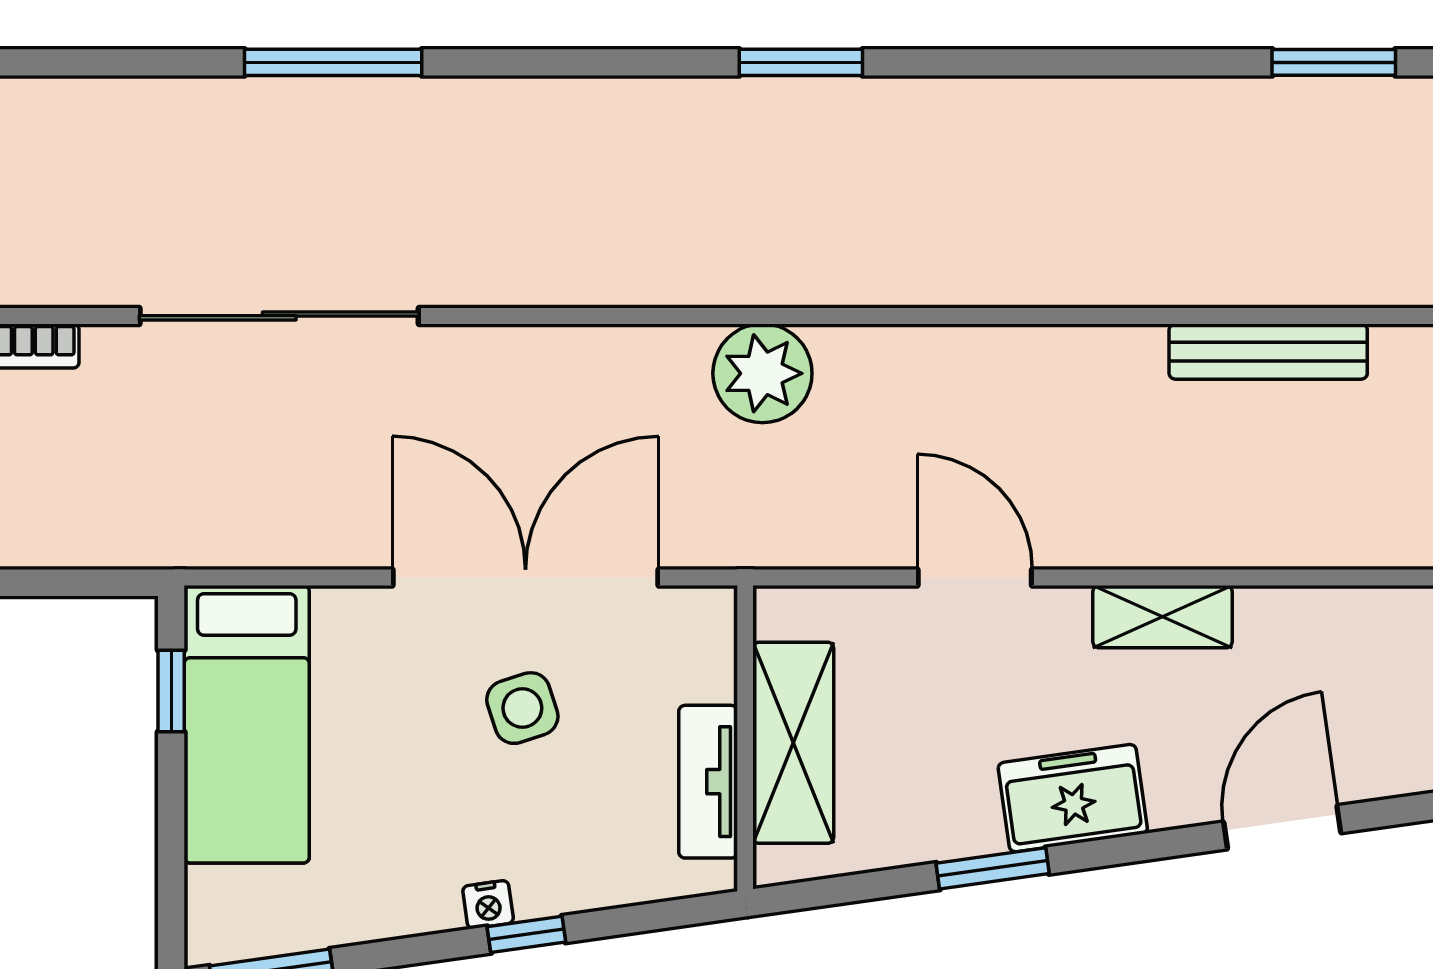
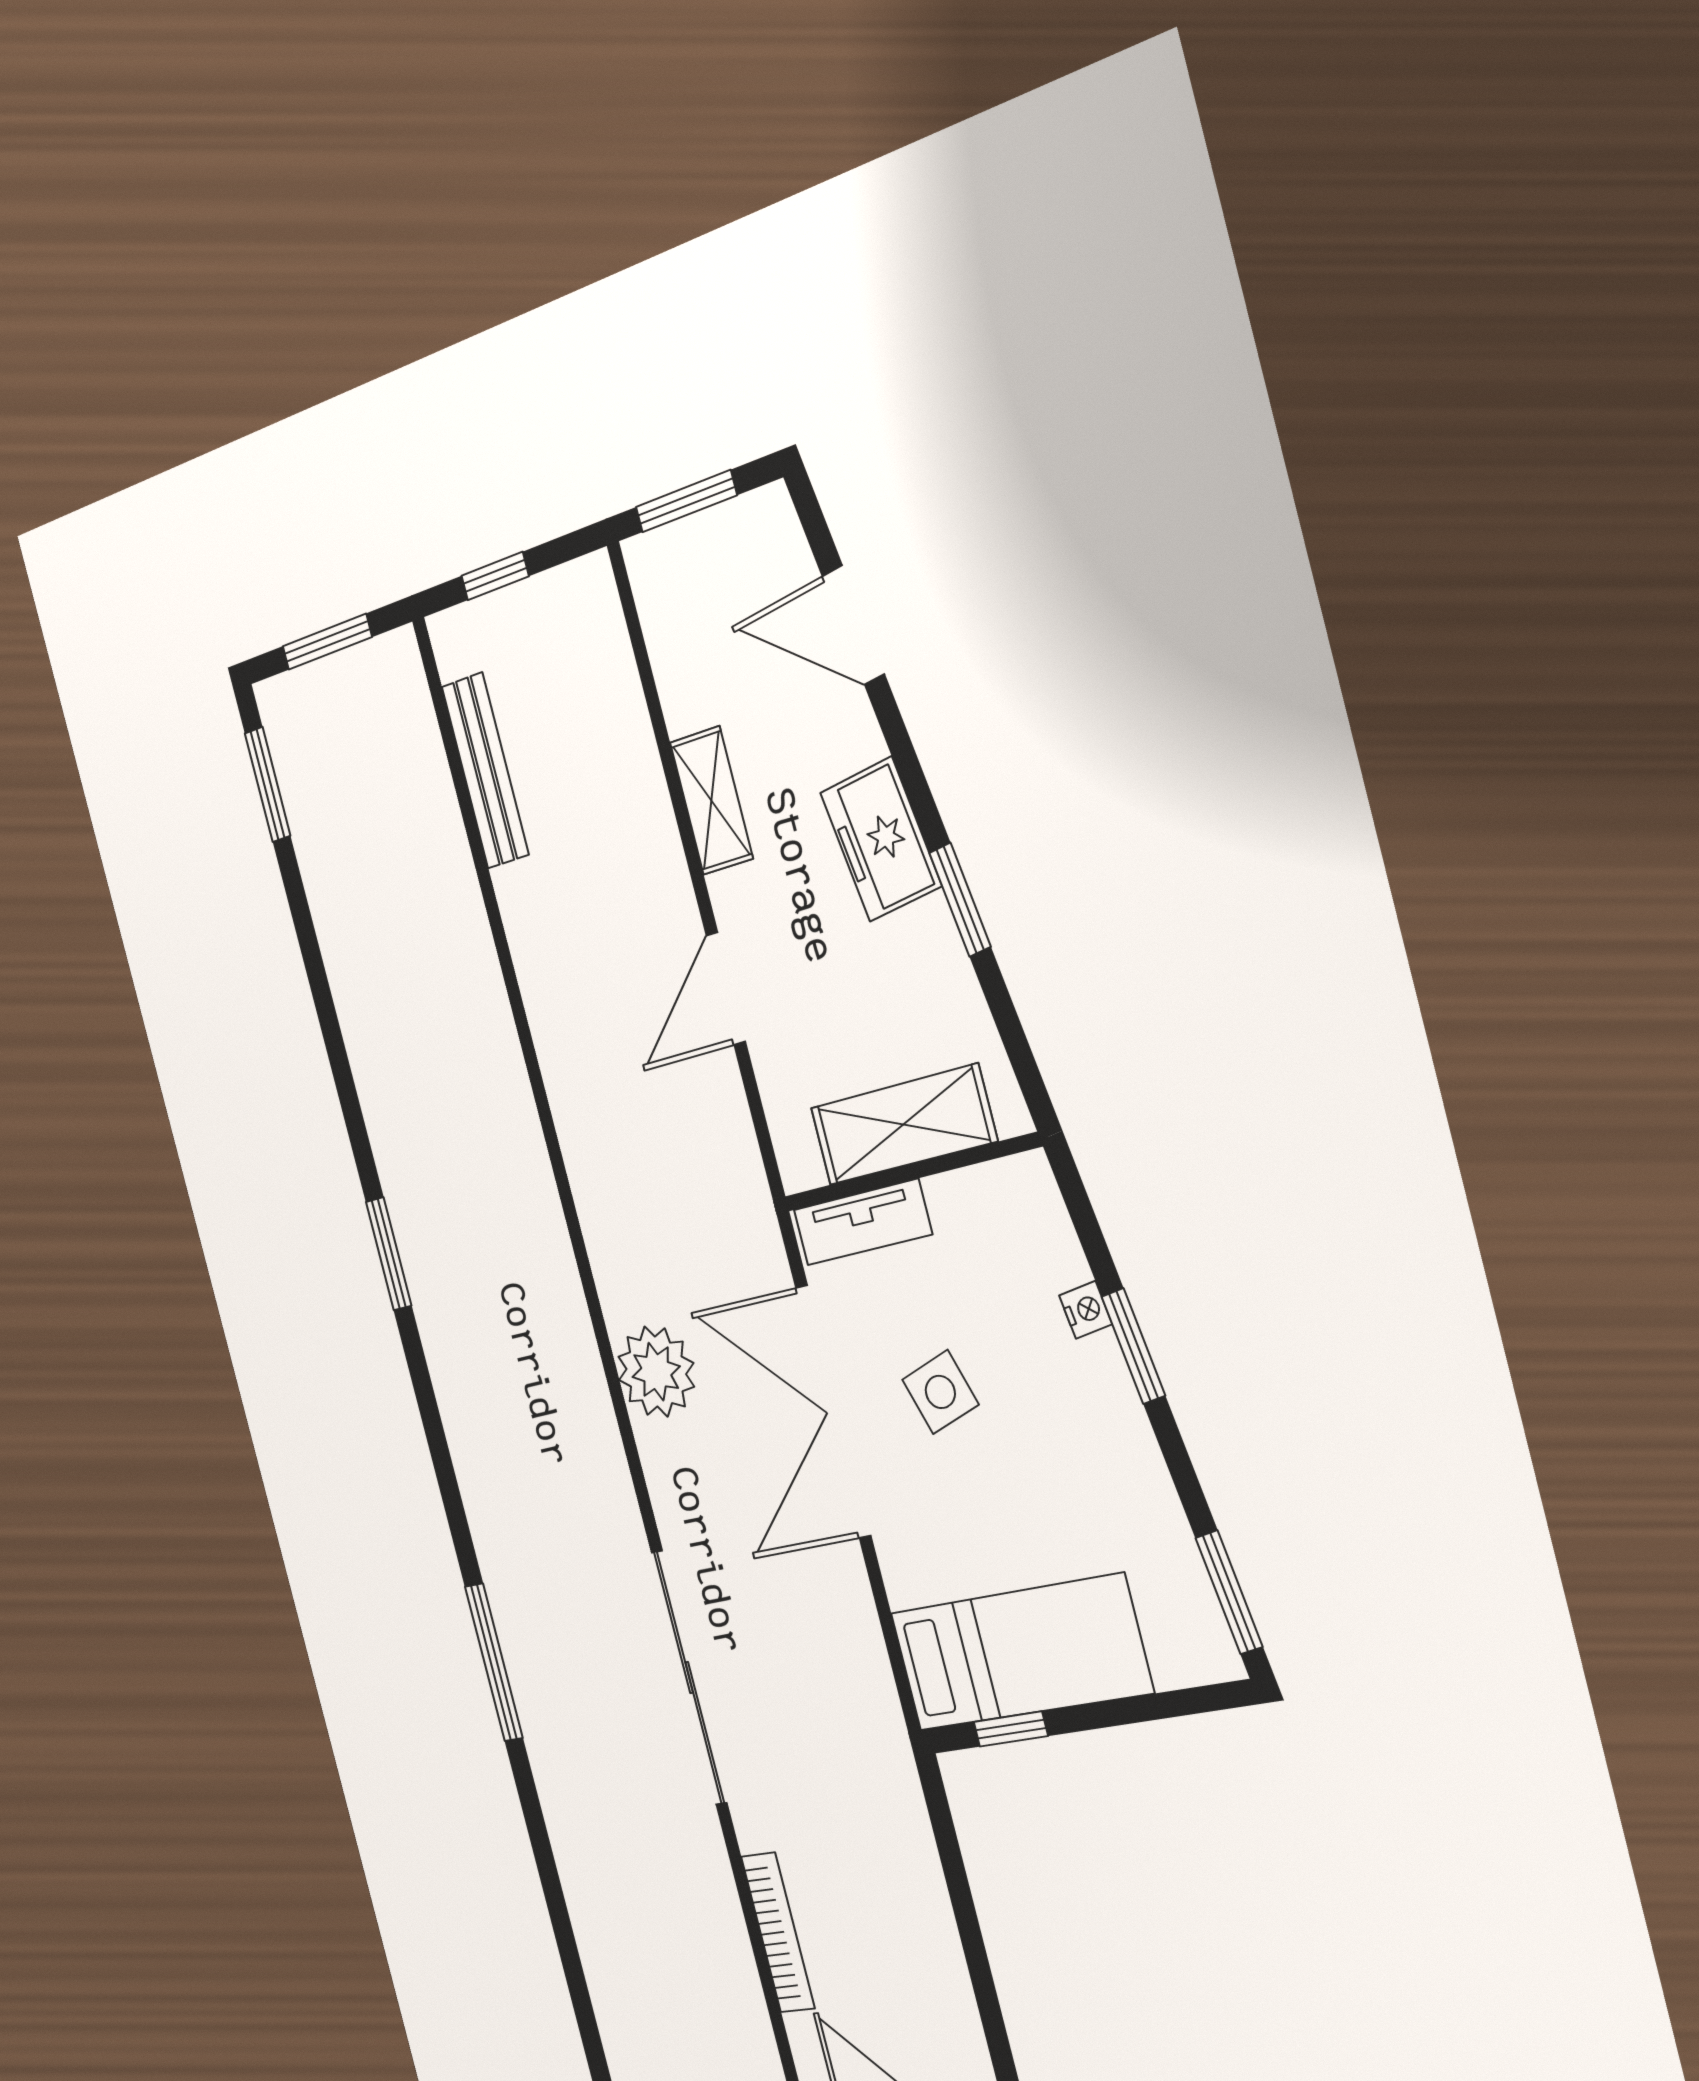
plant: (762, 373) -> (656, 1372), moved
tv unit: (708, 782) -> (863, 1222), moved
nightstand: (488, 905) -> (1086, 1310), moved
window: (526, 934) -> (1133, 1346), width x1.50

